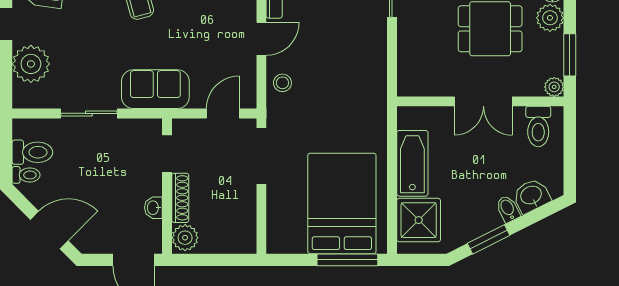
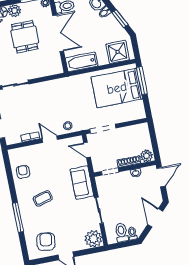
plant: (31, 64) -> (93, 239), moved
double door: (483, 101) -> (58, 33), width x1.37
bathtub: (412, 163) -> (82, 62), moved

